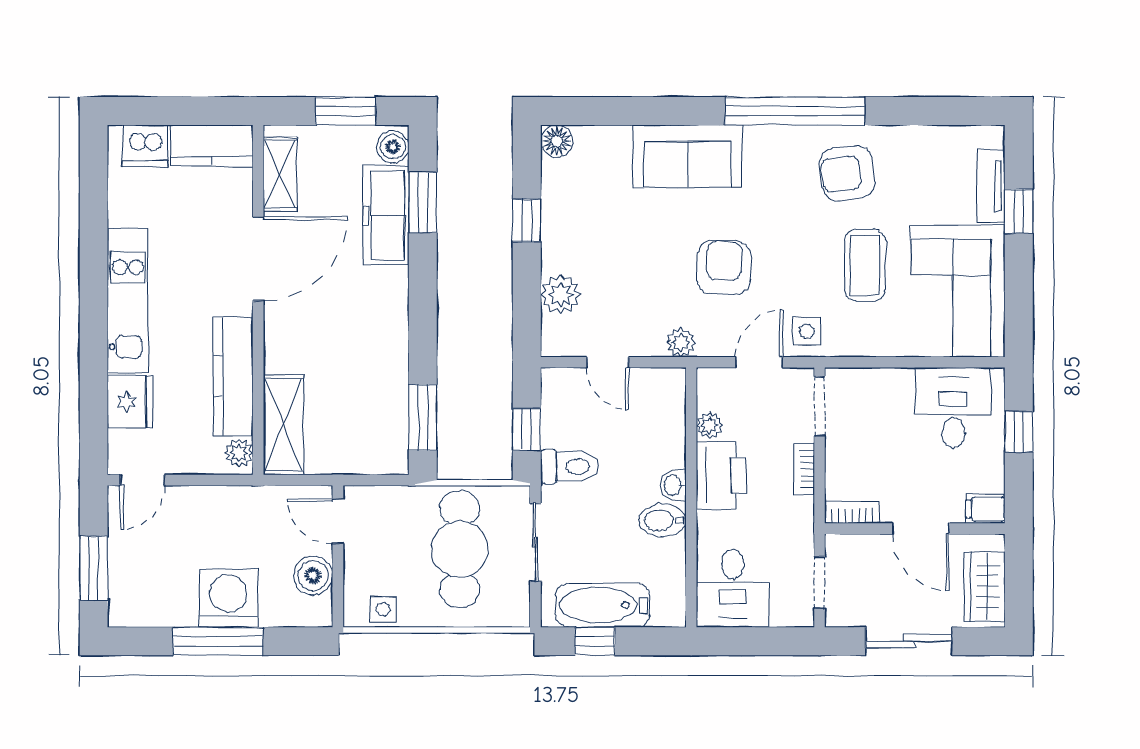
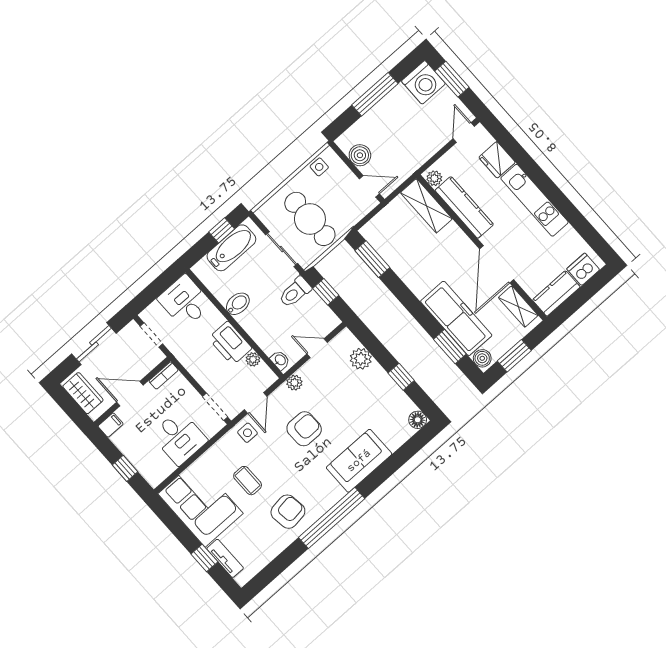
freezer: (386, 215) -> (456, 318), width x1.36, depth x1.26
coffee table: (865, 265) -> (248, 481), width x0.73, depth x0.77
armchair: (724, 267) -> (304, 429), turned -92
desk: (953, 408) -> (179, 438), moved
bookcase: (804, 469) -> (199, 376), removed
washbasin: (673, 485) -> (280, 360), moved
washing machine: (228, 598) -> (423, 82), moved

